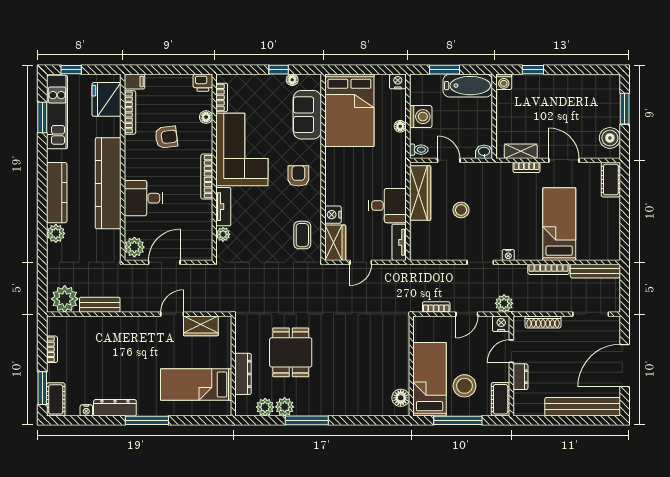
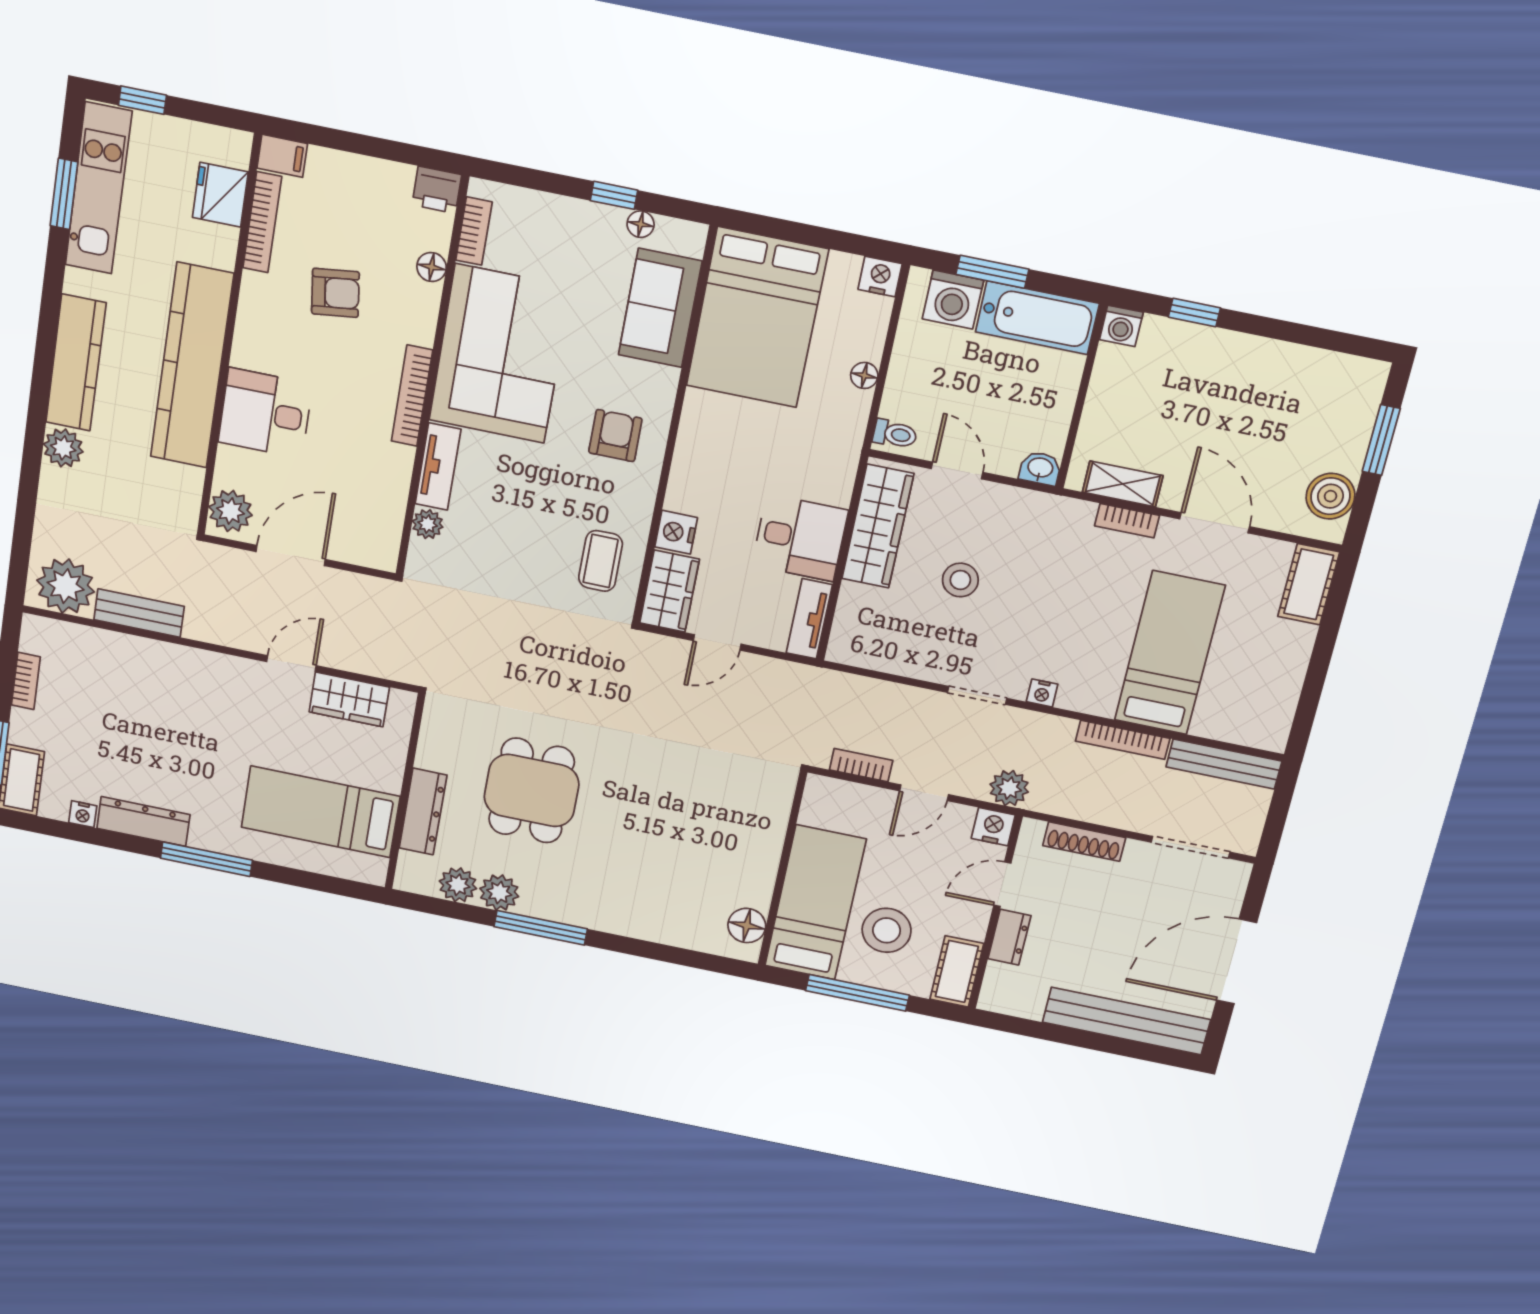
fridge: (107, 99) -> (220, 195), width x0.73, depth x0.75
washing machine: (421, 117) -> (953, 299), moved, turned 90

